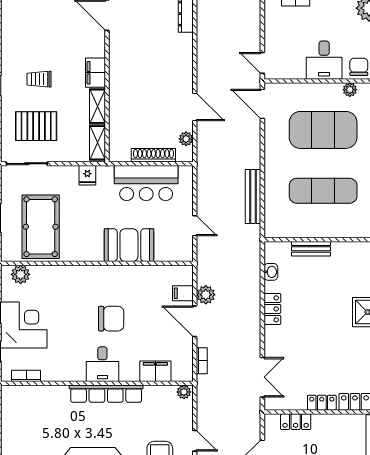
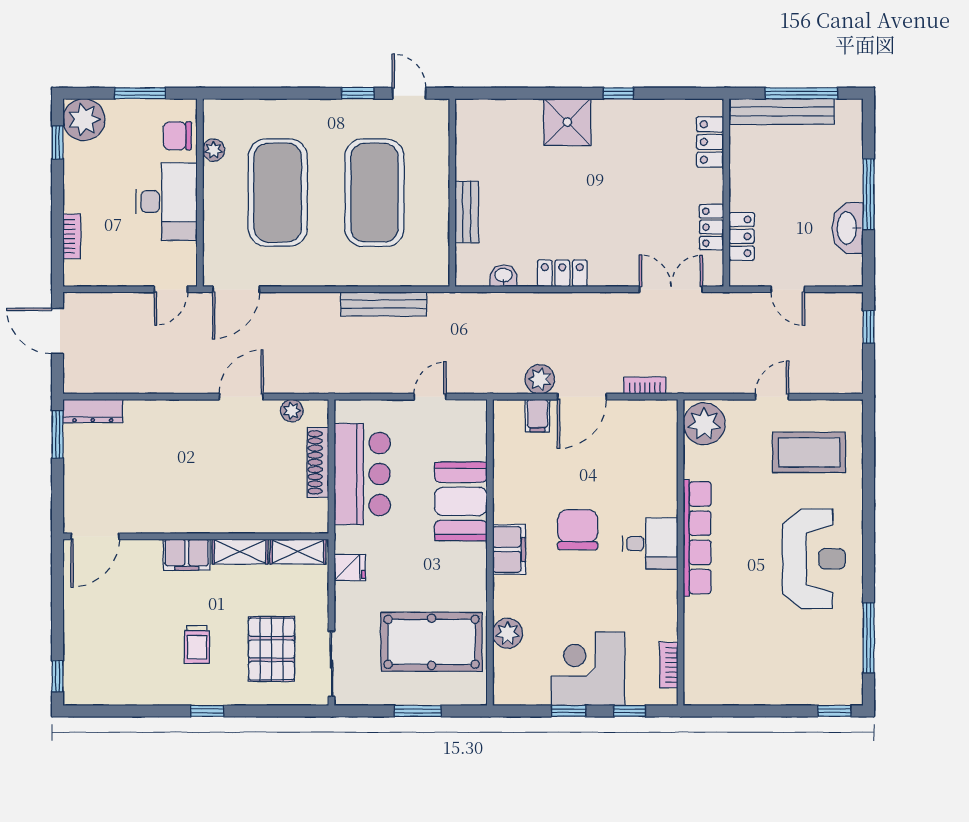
desk: (324, 60) -> (167, 202), width x1.37
exercise mat: (323, 191) -> (374, 193), width x1.47
plant: (21, 274) -> (508, 633), moved
filing cabinet: (155, 371) -> (509, 549), moved, turned 180
plant: (184, 392) -> (704, 424), width x1.87, depth x1.87
locker: (322, 403) -> (711, 227), moved

